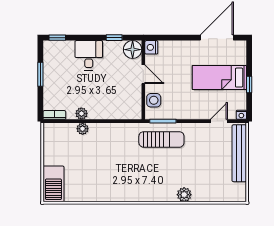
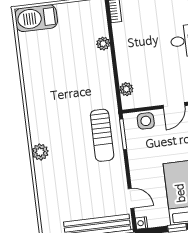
plant: (81, 114) -> (126, 89), moved
plant: (184, 195) -> (40, 152), moved

